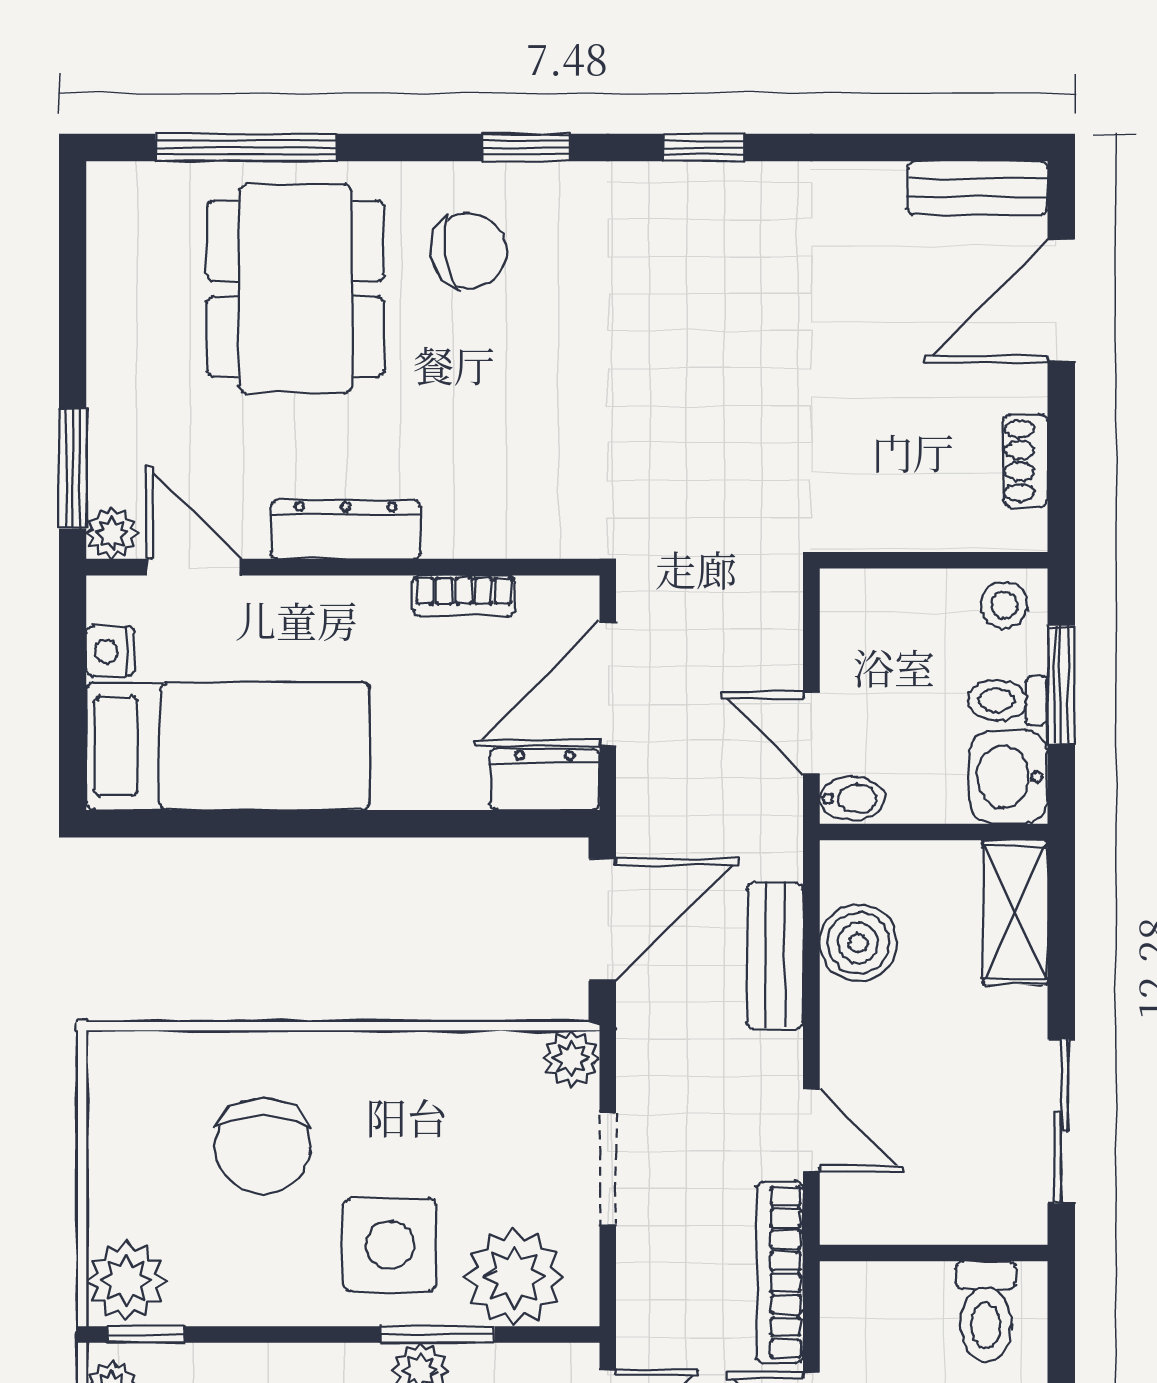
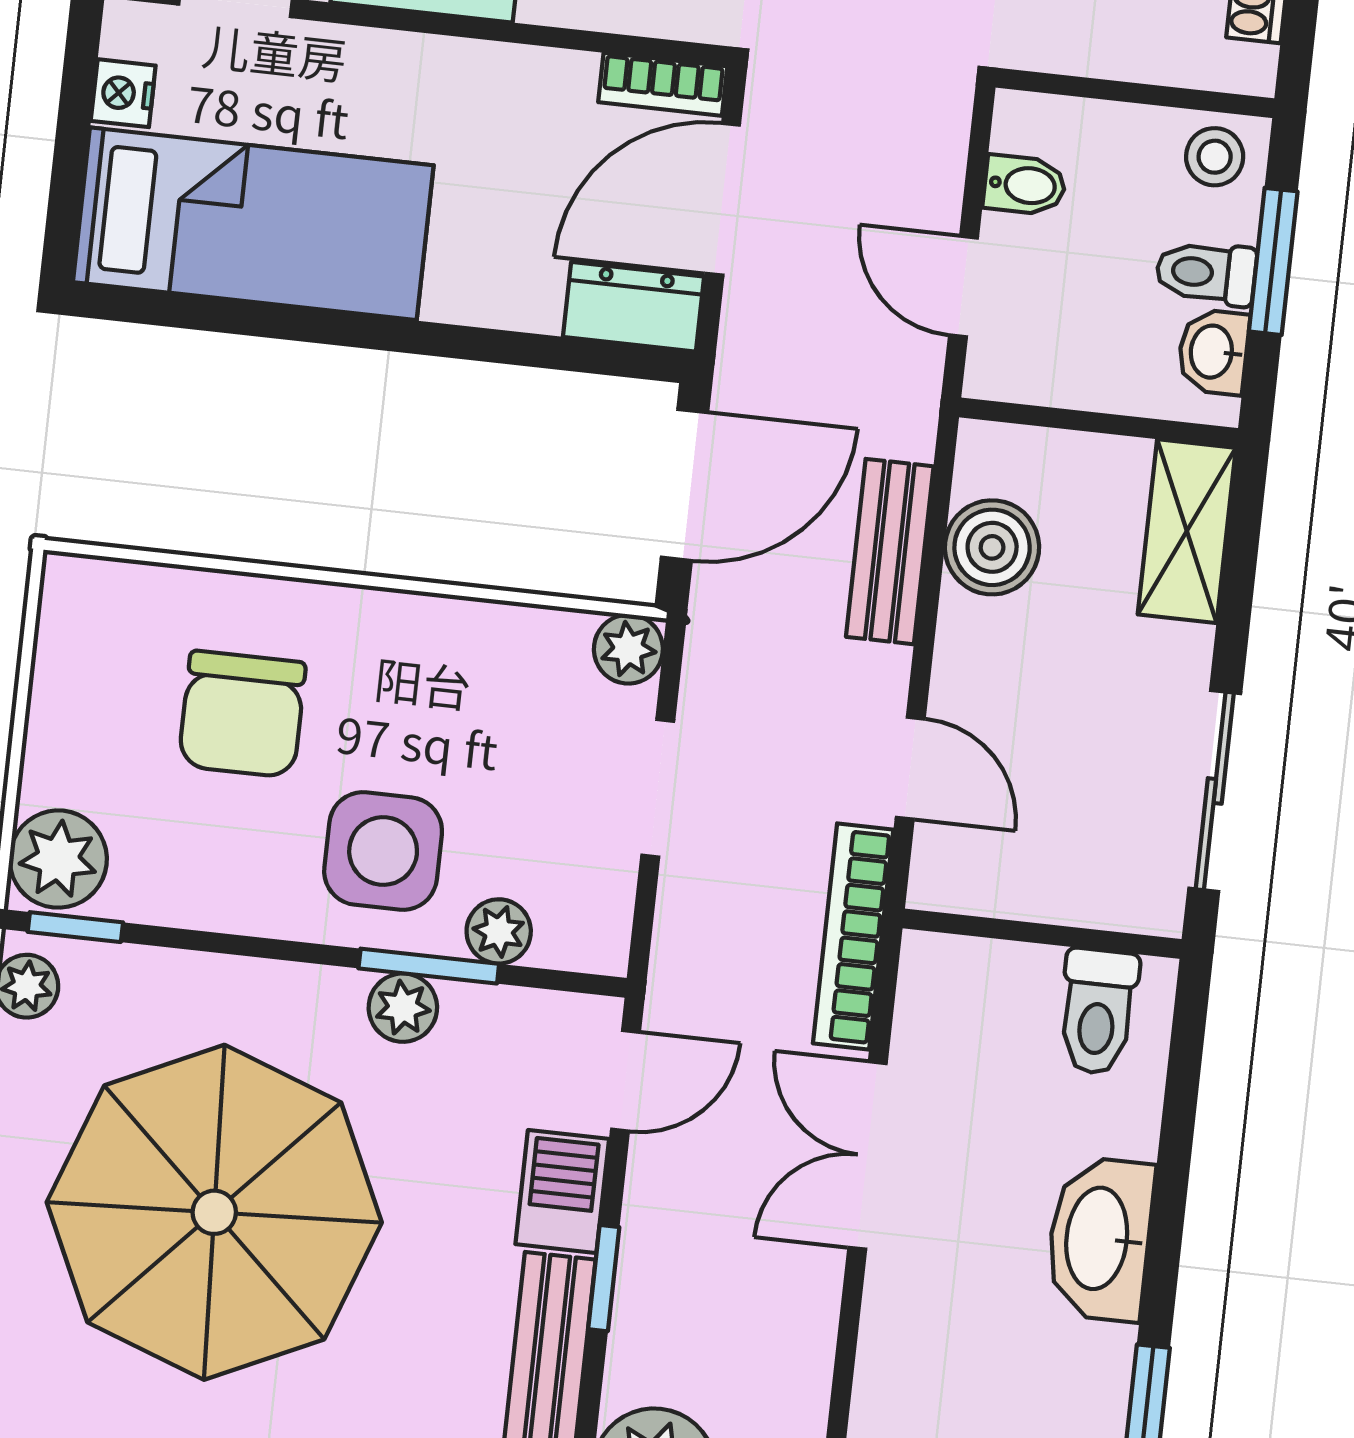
bookcase: (464, 596) -> (663, 84), moved
washbasin: (1009, 777) -> (1213, 352), width x0.72, depth x0.69
bidet: (852, 799) -> (1025, 185), moved
plant: (514, 1277) -> (499, 931), width x0.53, depth x0.53

